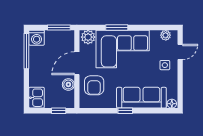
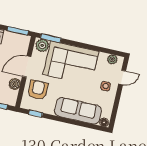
window: (117, 28) -> (51, 38), moved
armchair: (94, 85) -> (38, 90), turned 180
window: (125, 111) -> (36, 114), moved

